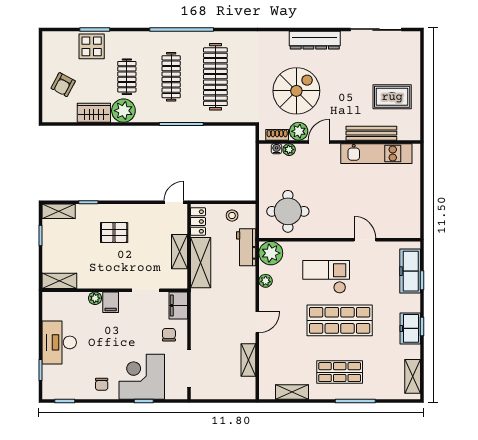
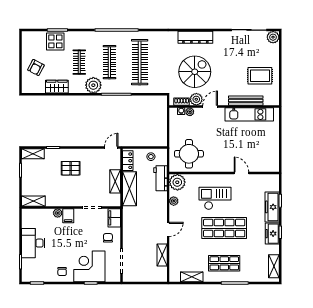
dresser: (315, 40) -> (195, 37), moved
plant: (411, 40) -> (273, 37), added
plant: (123, 111) -> (93, 85), moved
freezer: (410, 271) -> (272, 207), moved

